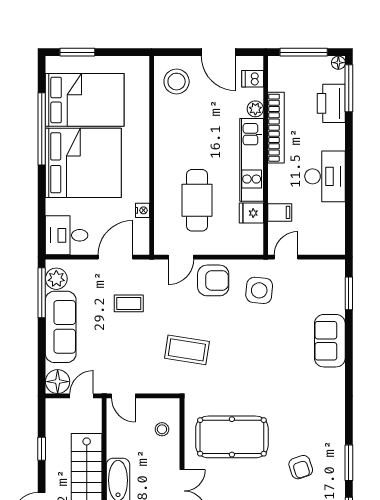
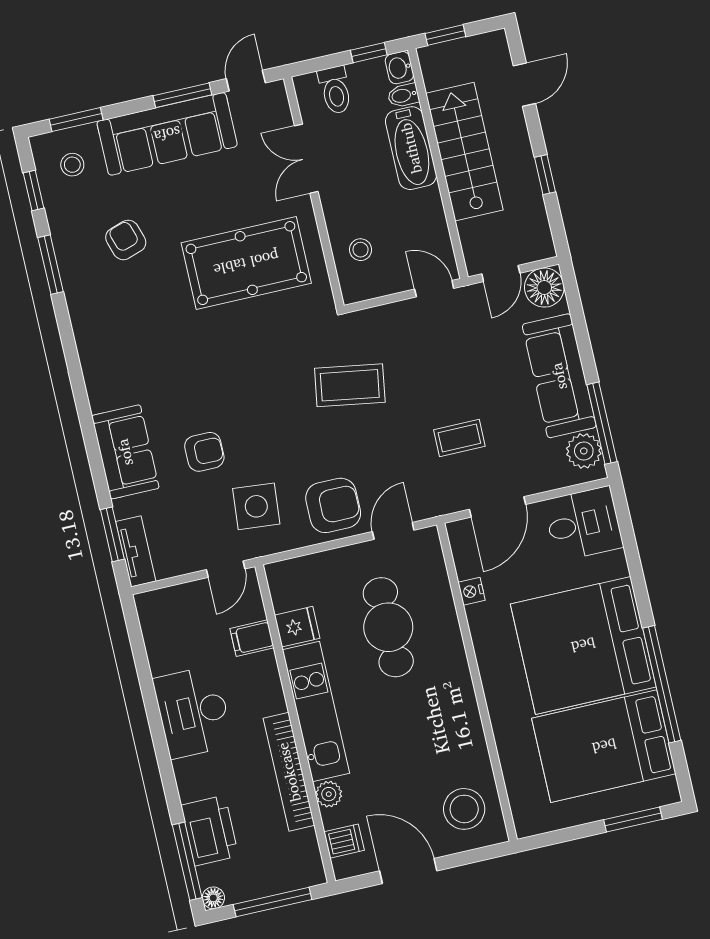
armchair: (213, 280) -> (333, 505), turned 180
tv unit: (337, 280) -> (136, 551), added
armchair: (283, 330) -> (204, 452), added

